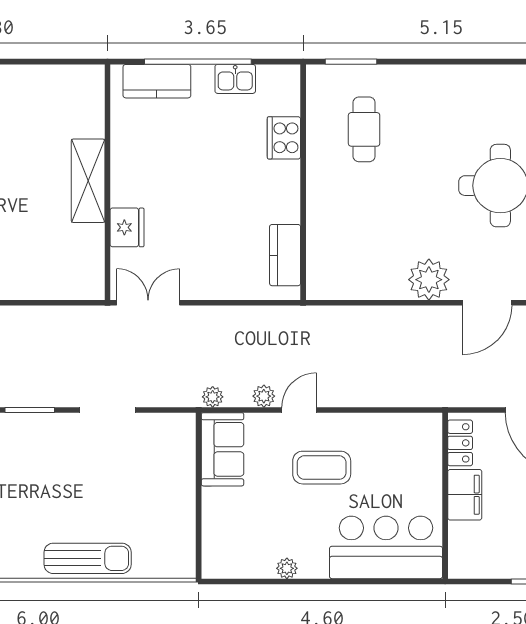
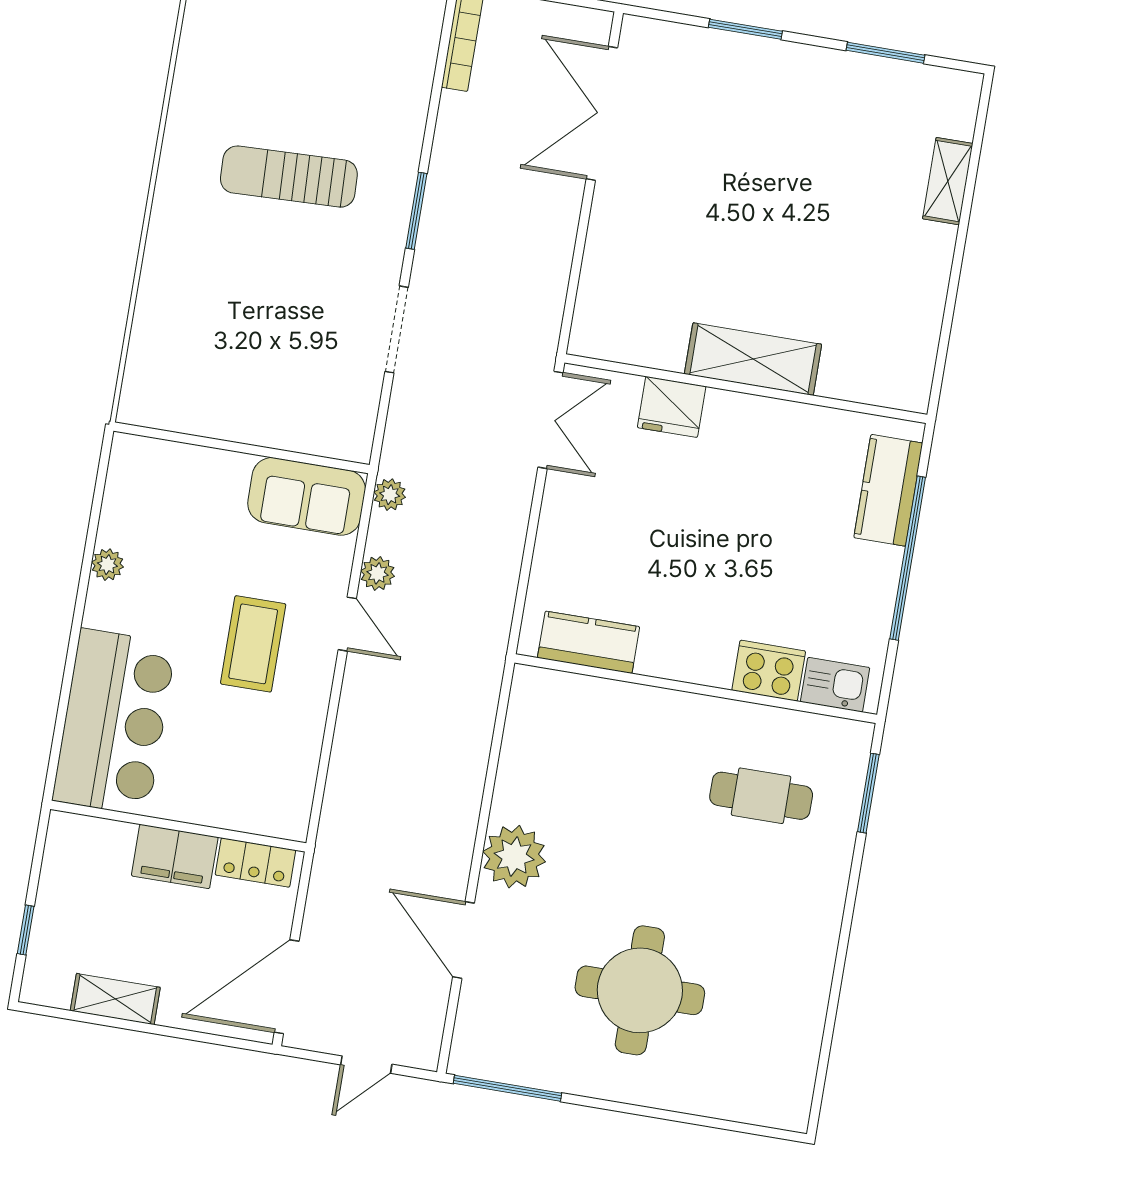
kitchen sink: (235, 79) -> (835, 685), moved, turned 90
sun lounger: (88, 558) -> (289, 177), moved, turned 88

